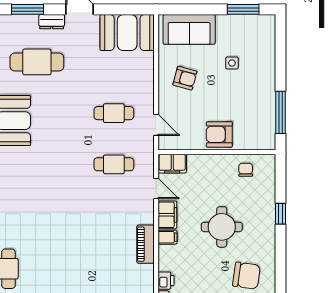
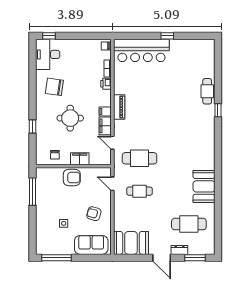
window: (243, 9) -> (57, 258), width x1.44
cafe table: (114, 164) -> (140, 158), width x1.37, depth x1.35
filing cabinet: (172, 164) -> (80, 159), moved

